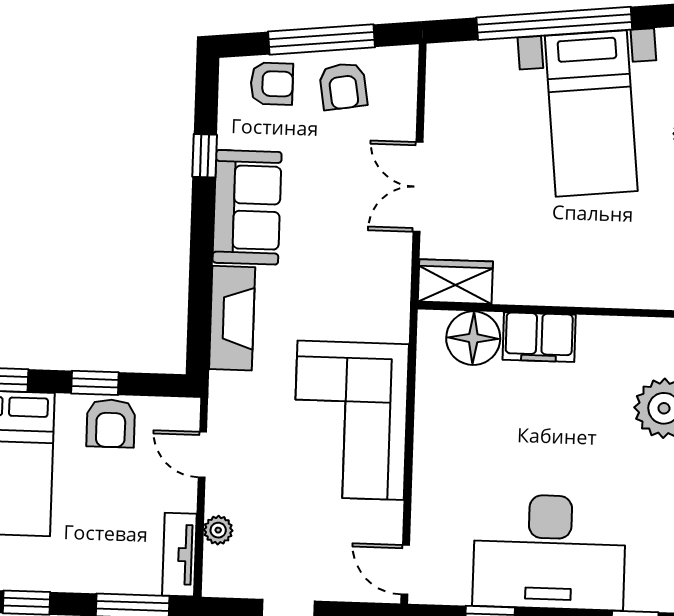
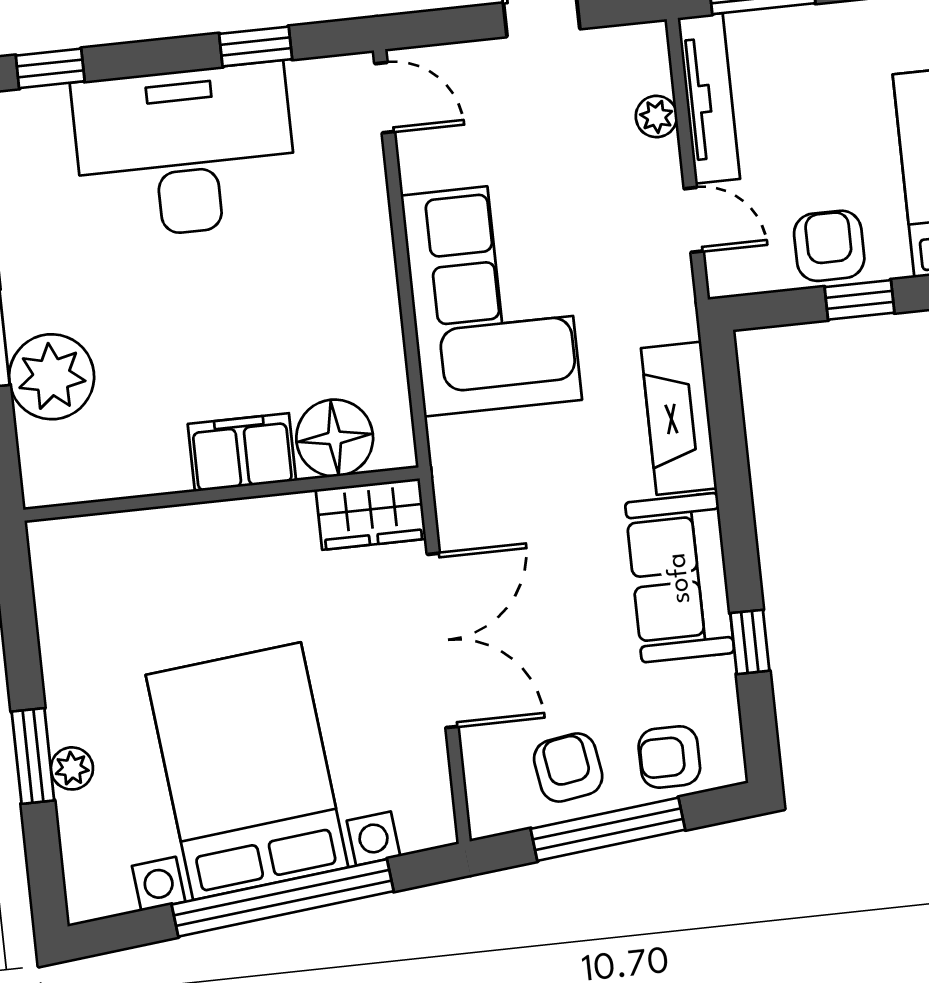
bed with nightstands: (591, 113) -> (247, 771), width x1.36
double door: (418, 187) -> (443, 640), width x1.37
tv unit: (179, 555) -> (709, 98), width x1.41

